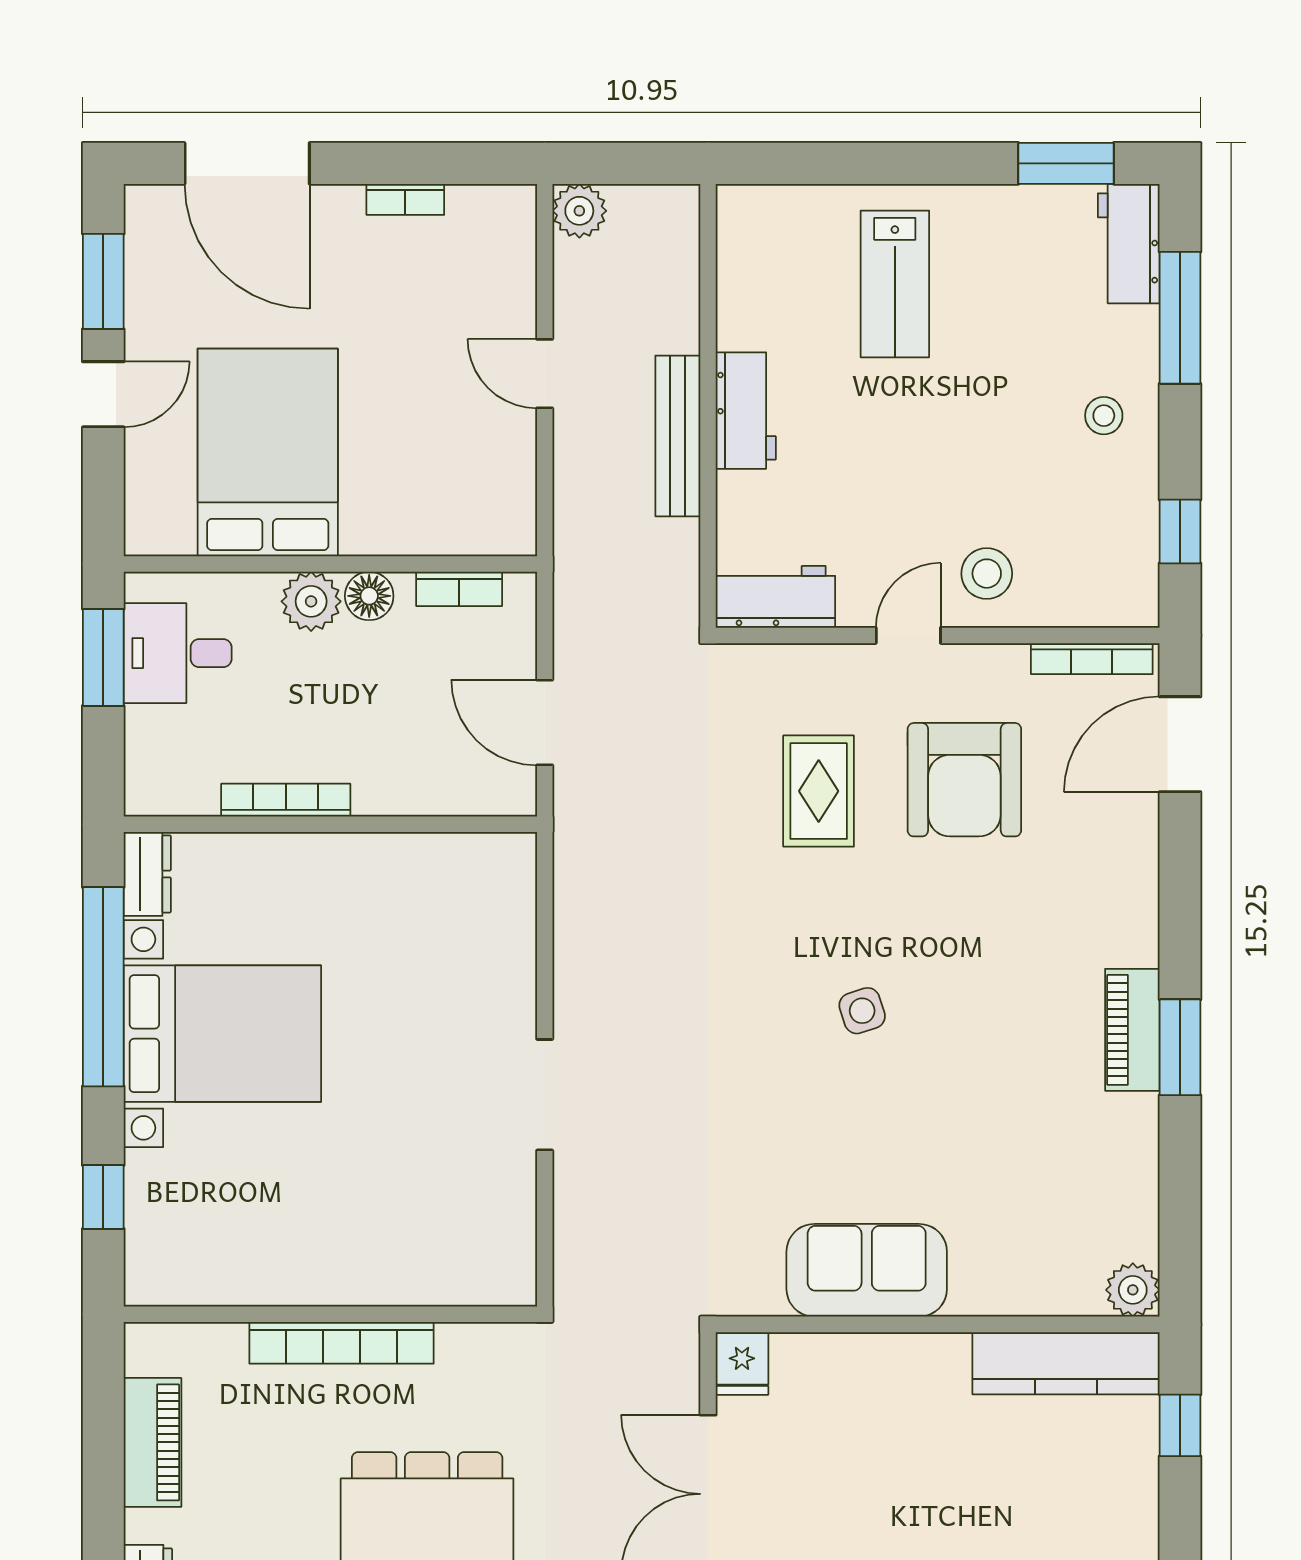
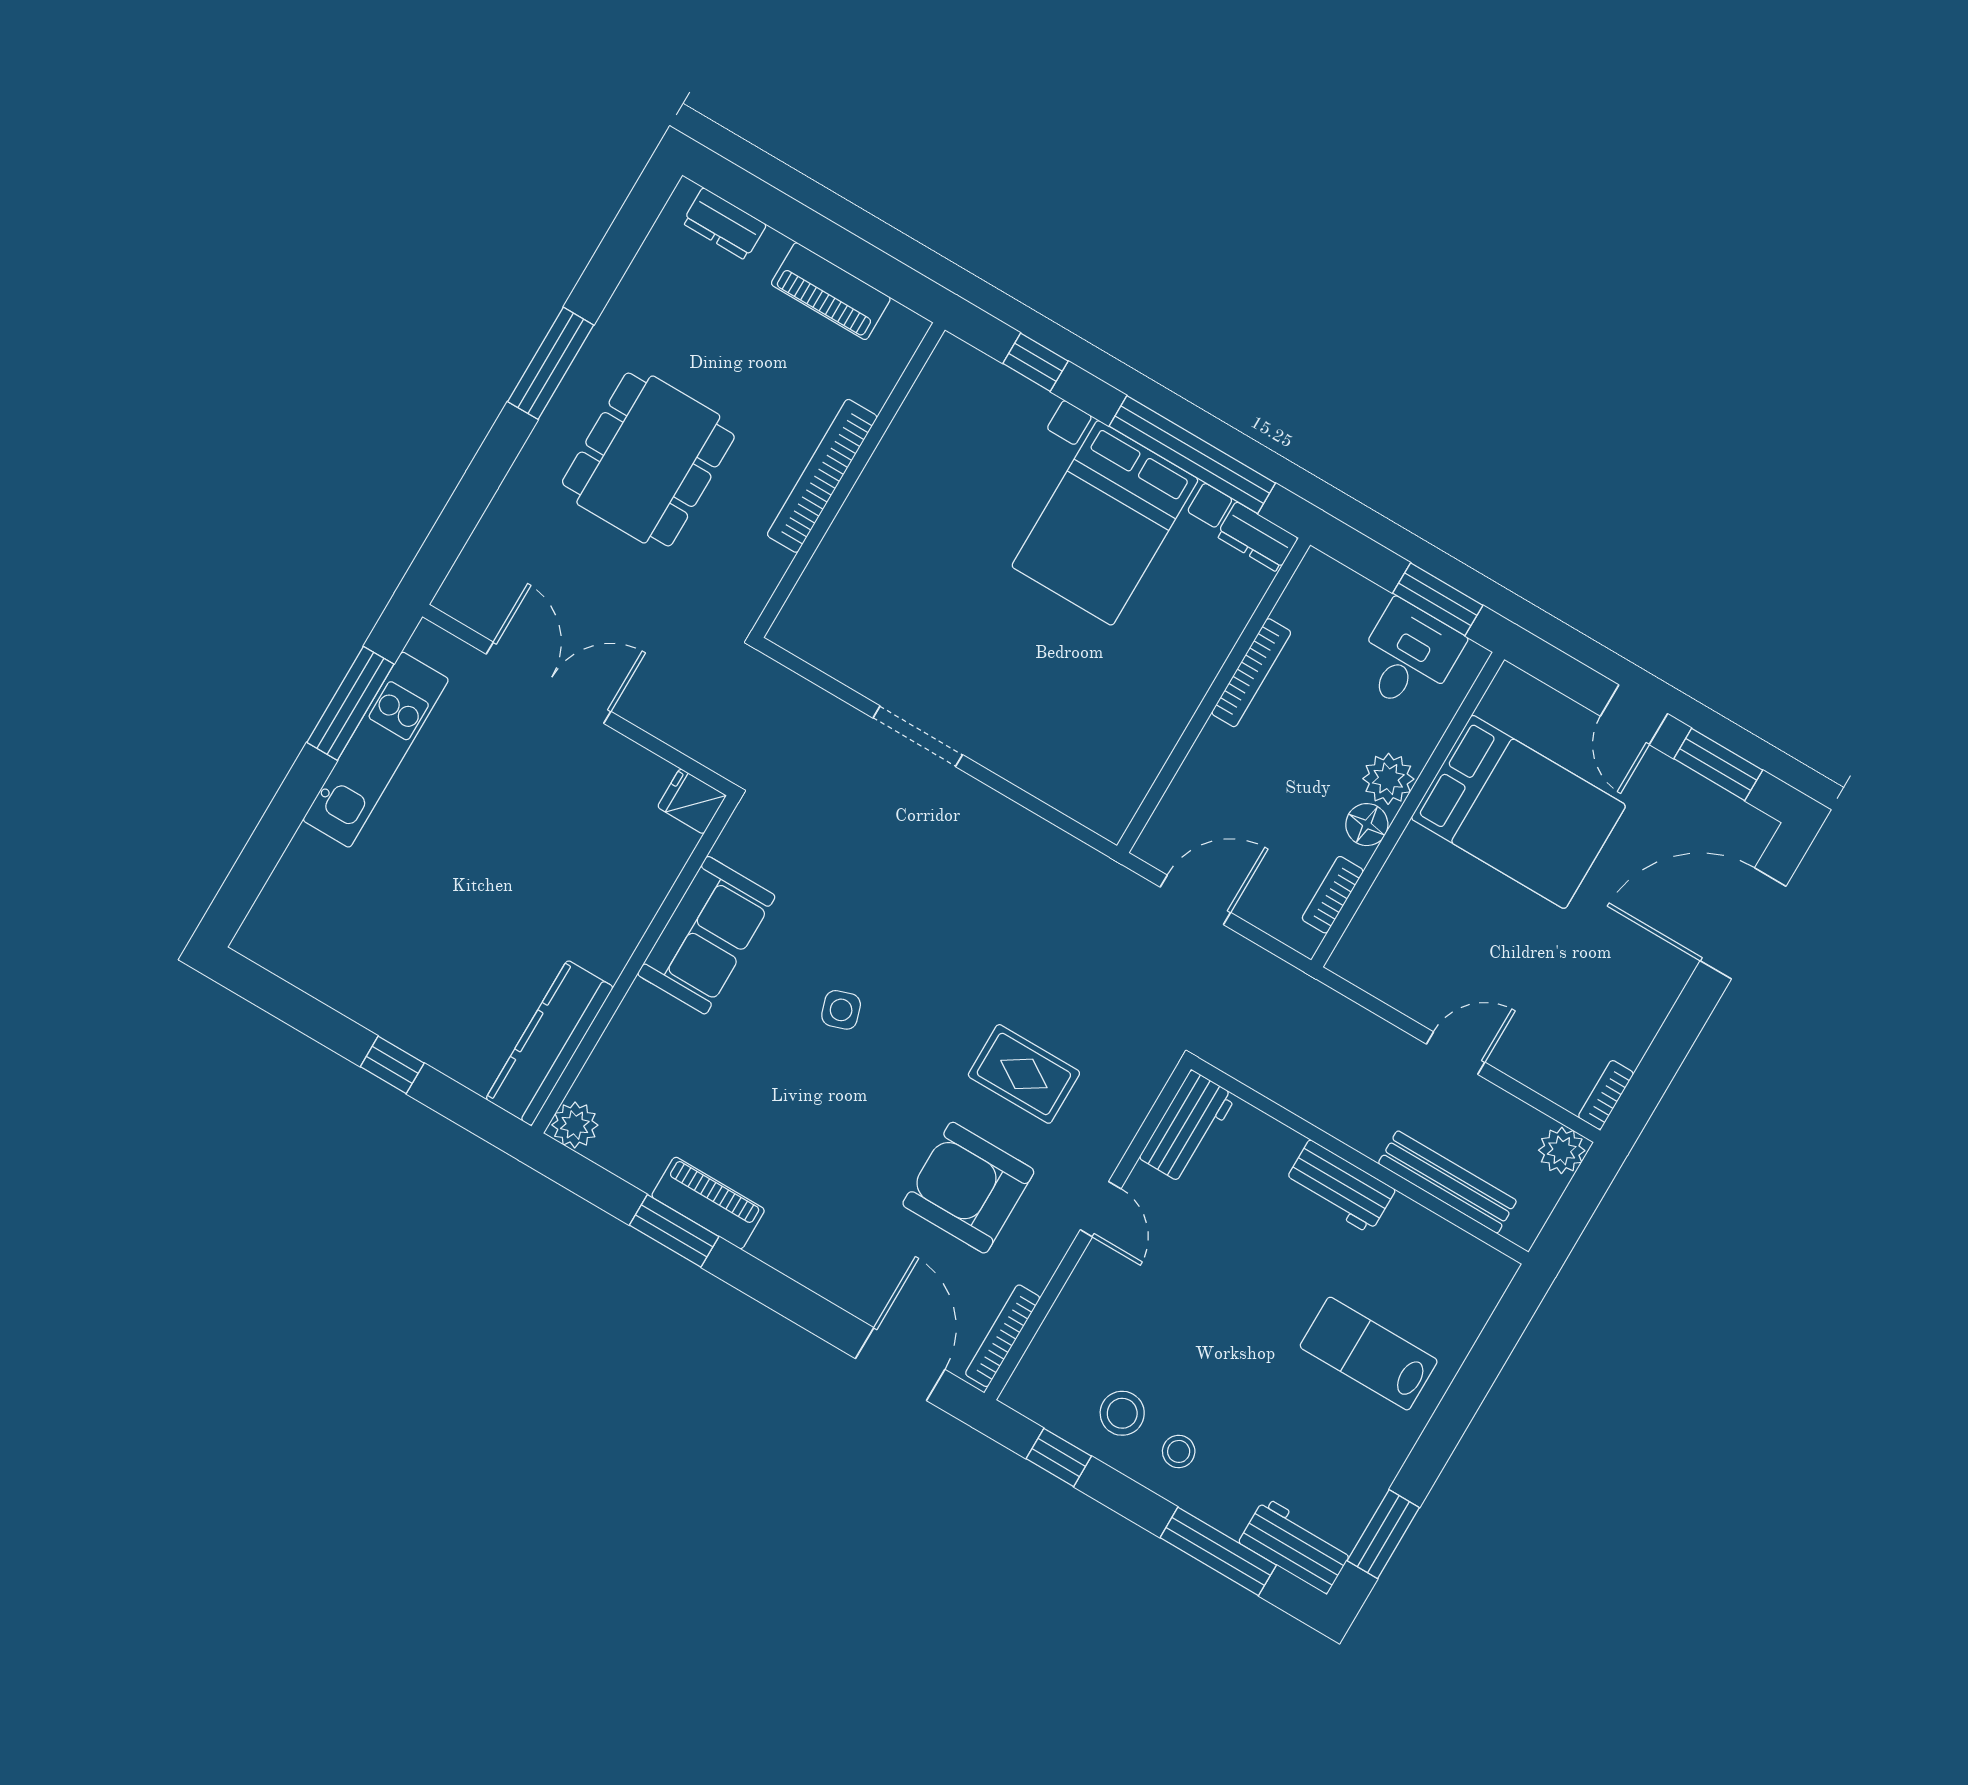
bookcase: (405, 199) -> (1606, 1095), moved
bench: (678, 436) -> (1447, 1182), moved
stool: (987, 574) -> (1122, 1413), moved
sofa: (867, 1270) -> (706, 935), moved
plant: (1133, 1290) -> (575, 1125), moved
wall: (938, 1324) -> (635, 964), moved
fridge: (742, 1363) -> (692, 801), moved
kitchen counter: (1066, 1363) -> (550, 1043), moved

